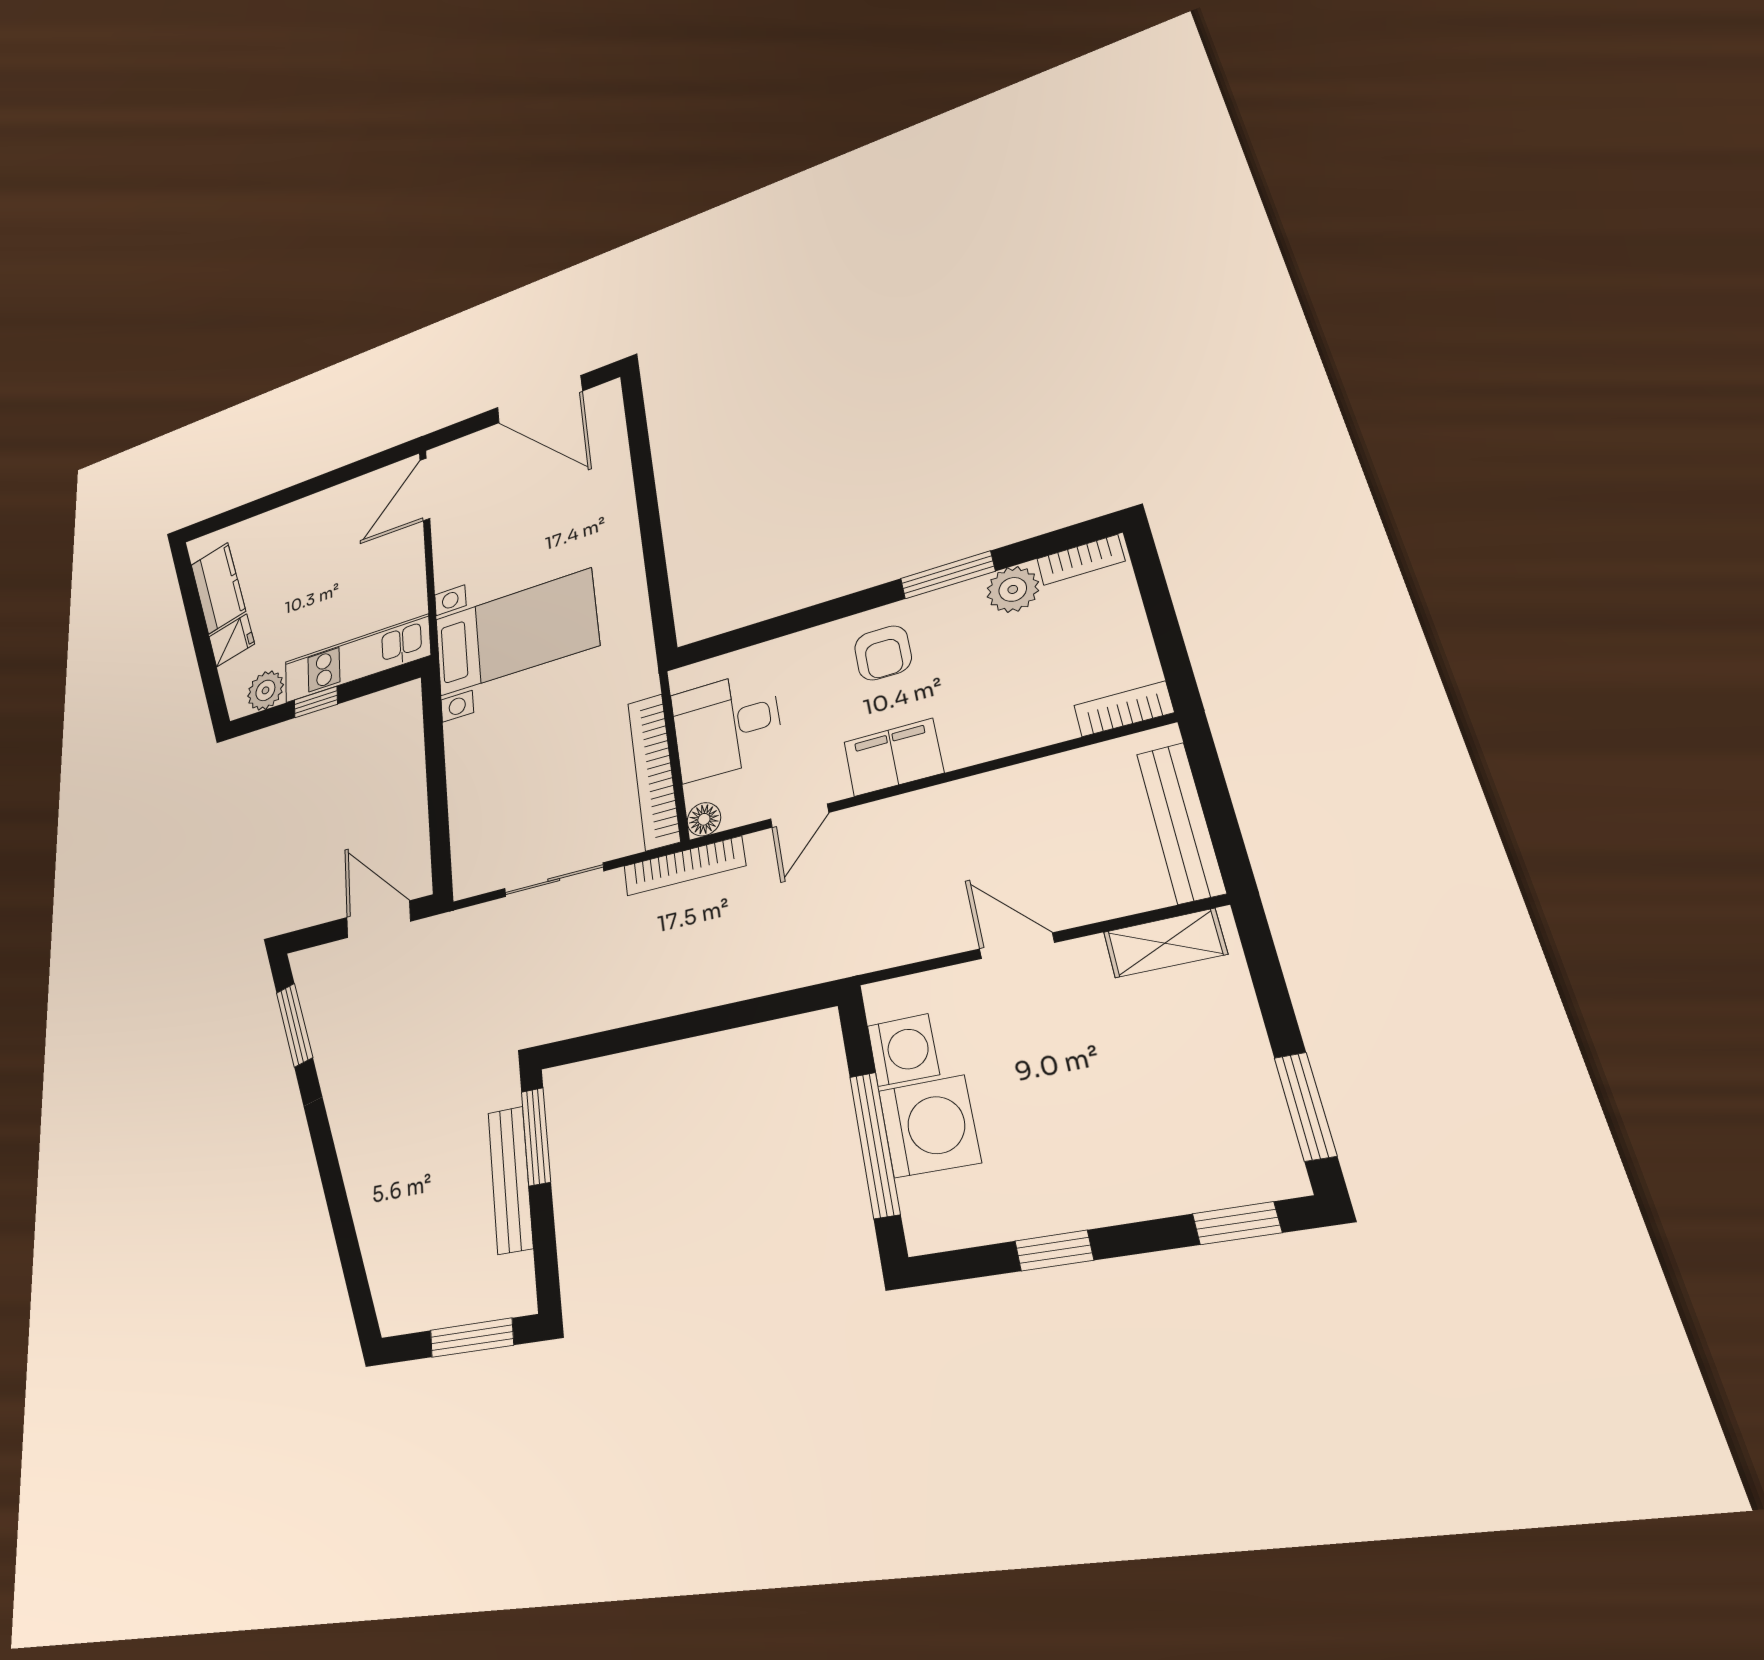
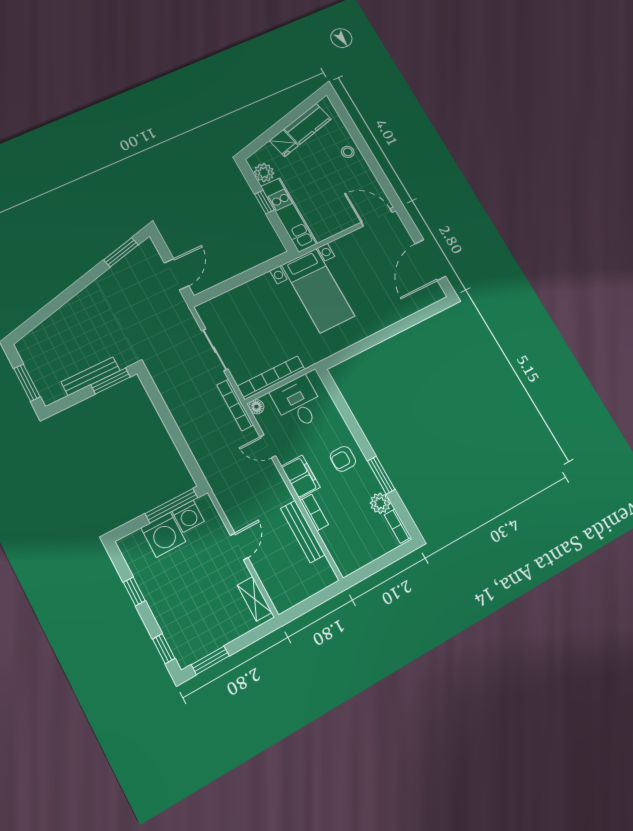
stool: (292, 523) -> (348, 152), added
bookcase: (1124, 709) -> (314, 513), moved
bench: (1181, 822) -> (303, 532), moved, turned 90
window: (875, 1145) -> (172, 506), moved

